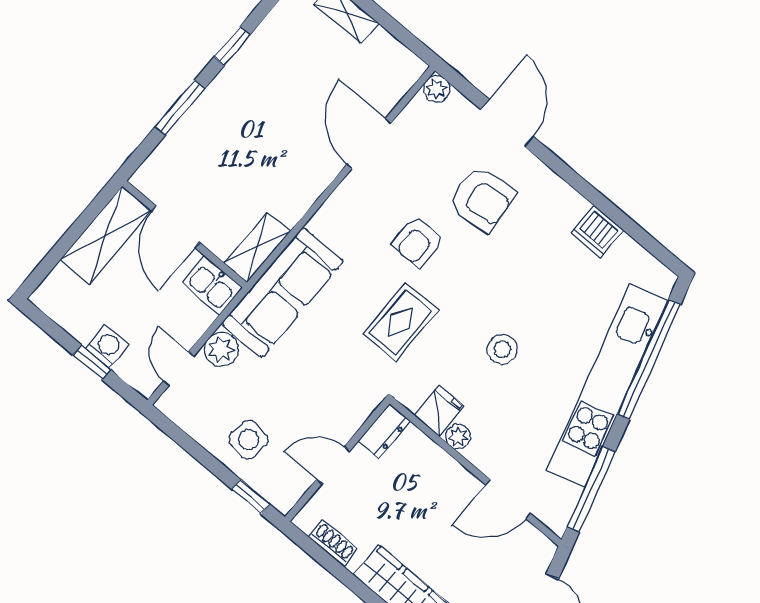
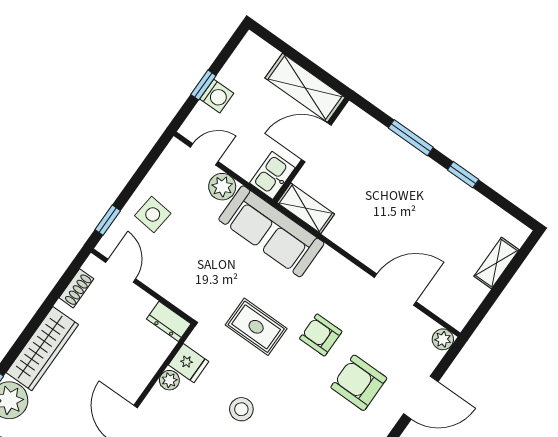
armchair: (482, 199) -> (359, 383), turned 95
door: (333, 465) -> (121, 271), moved

